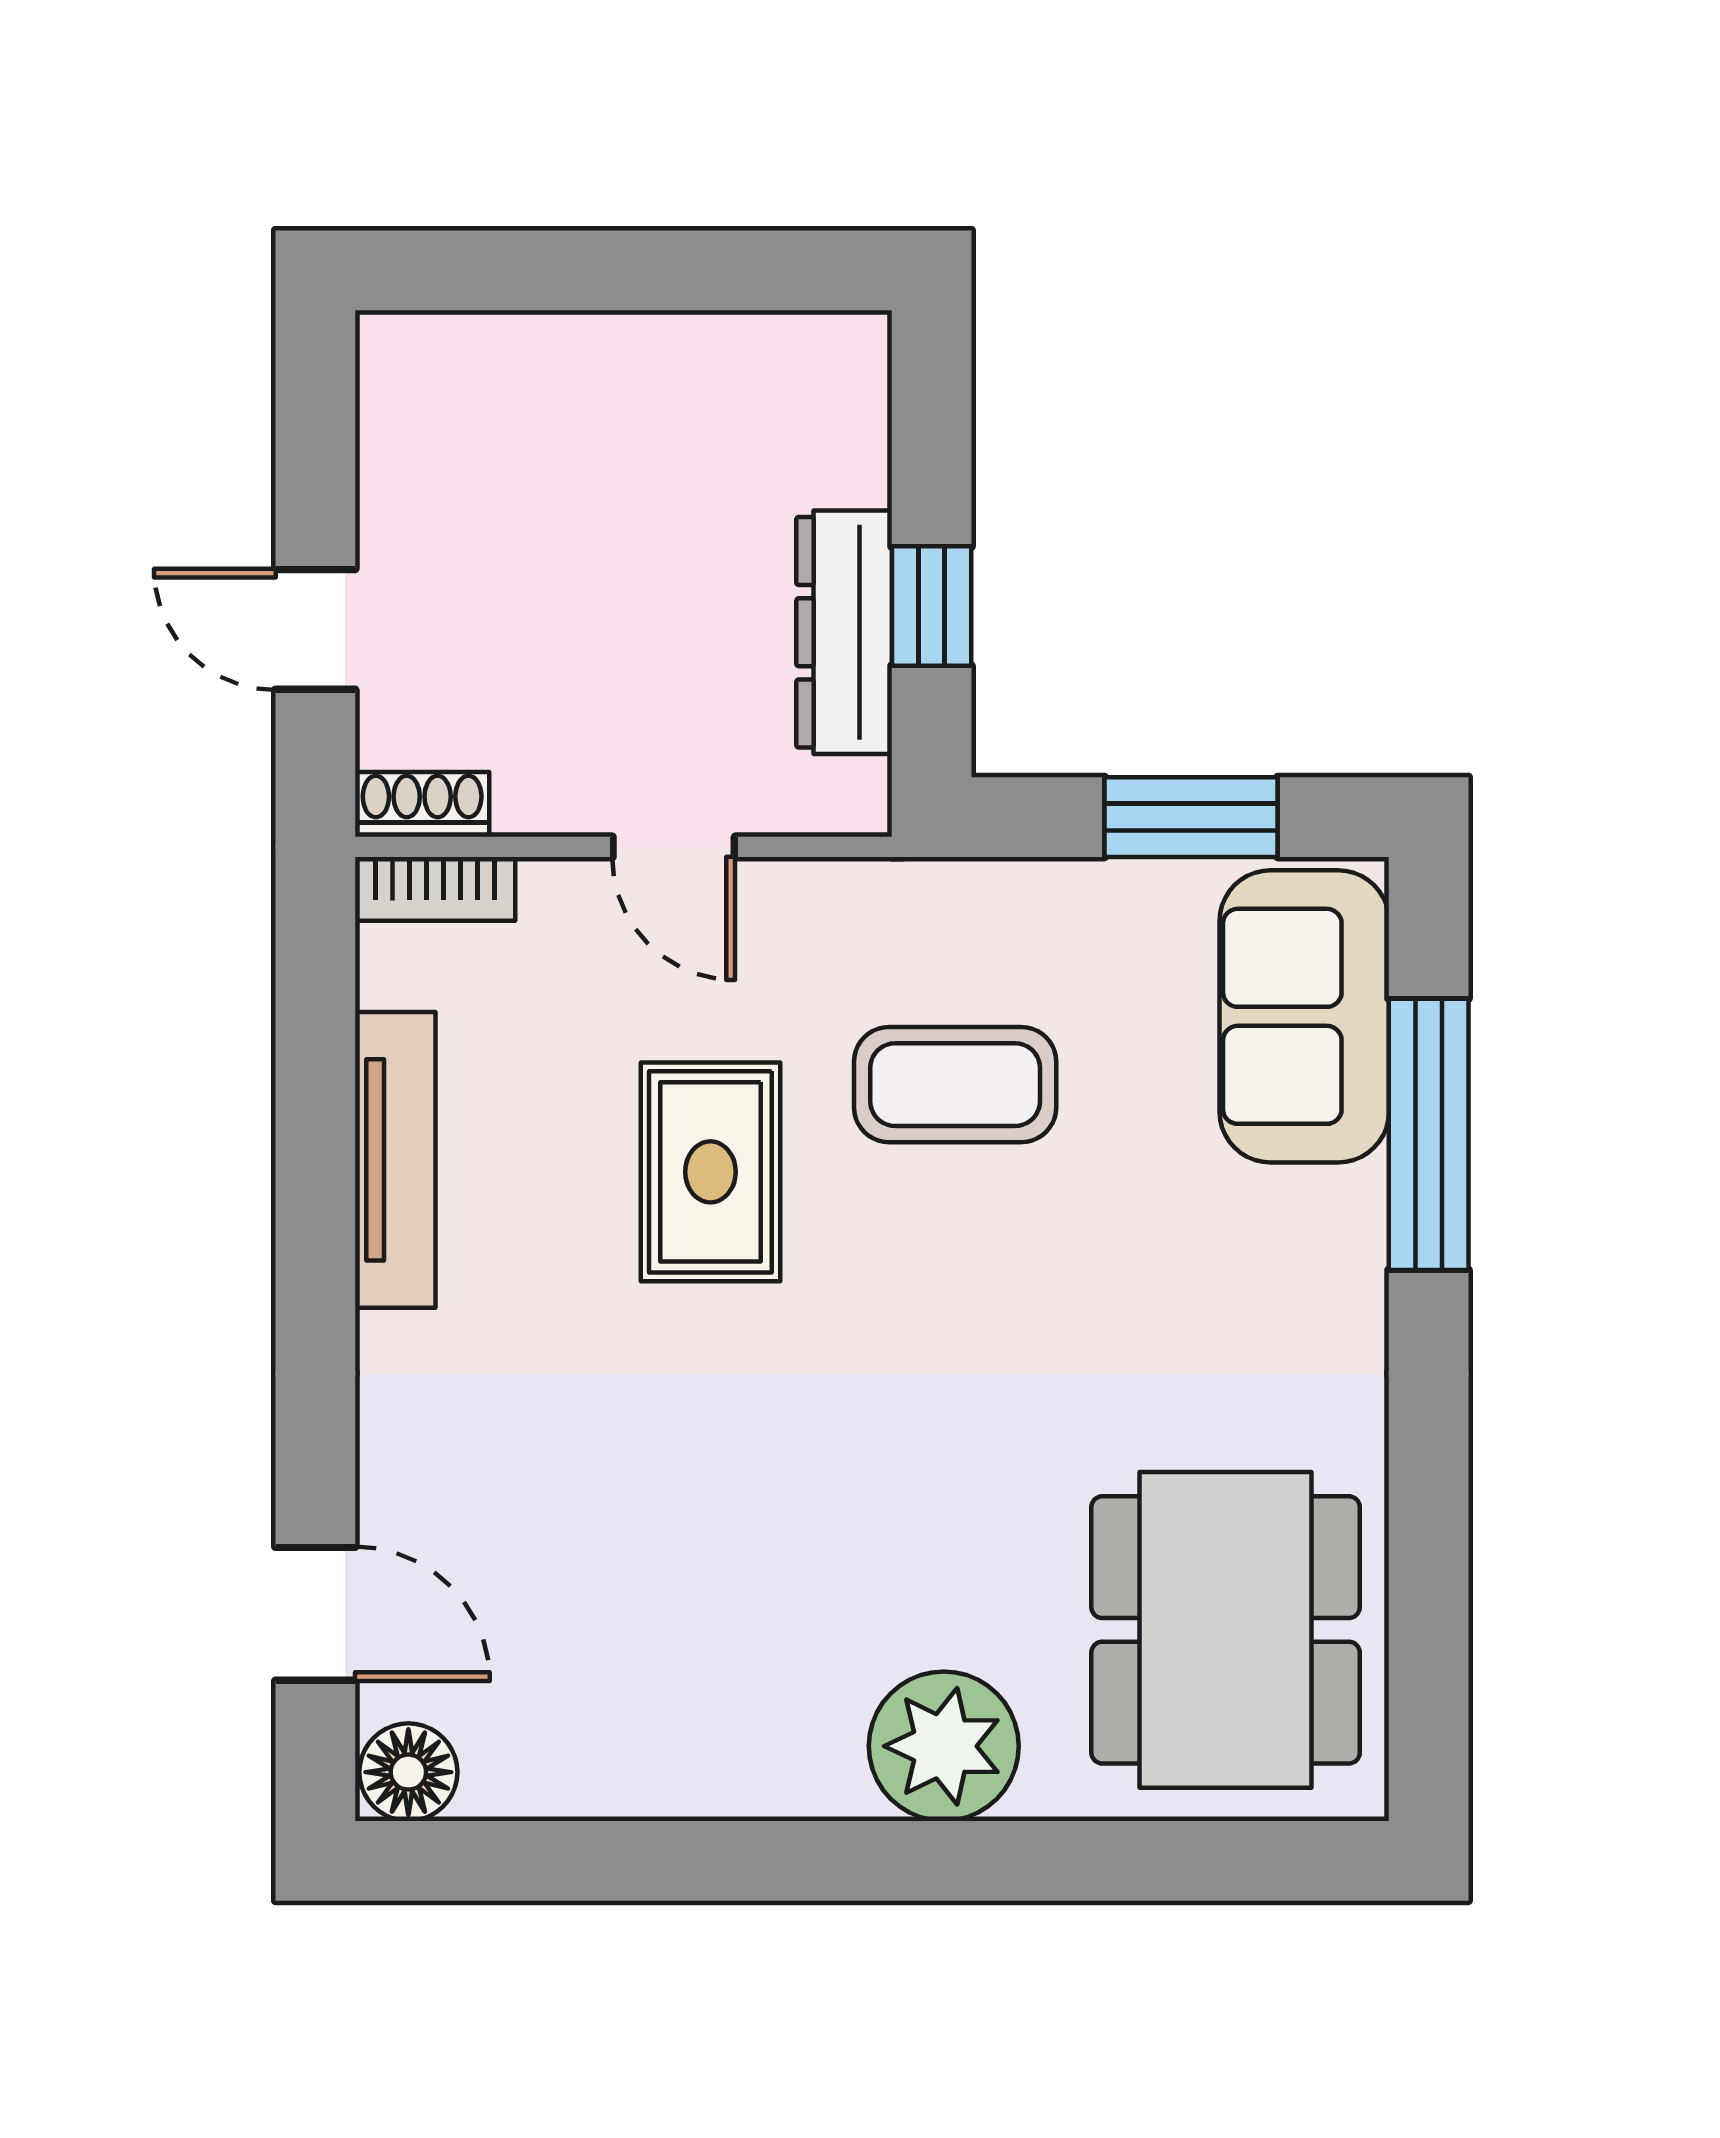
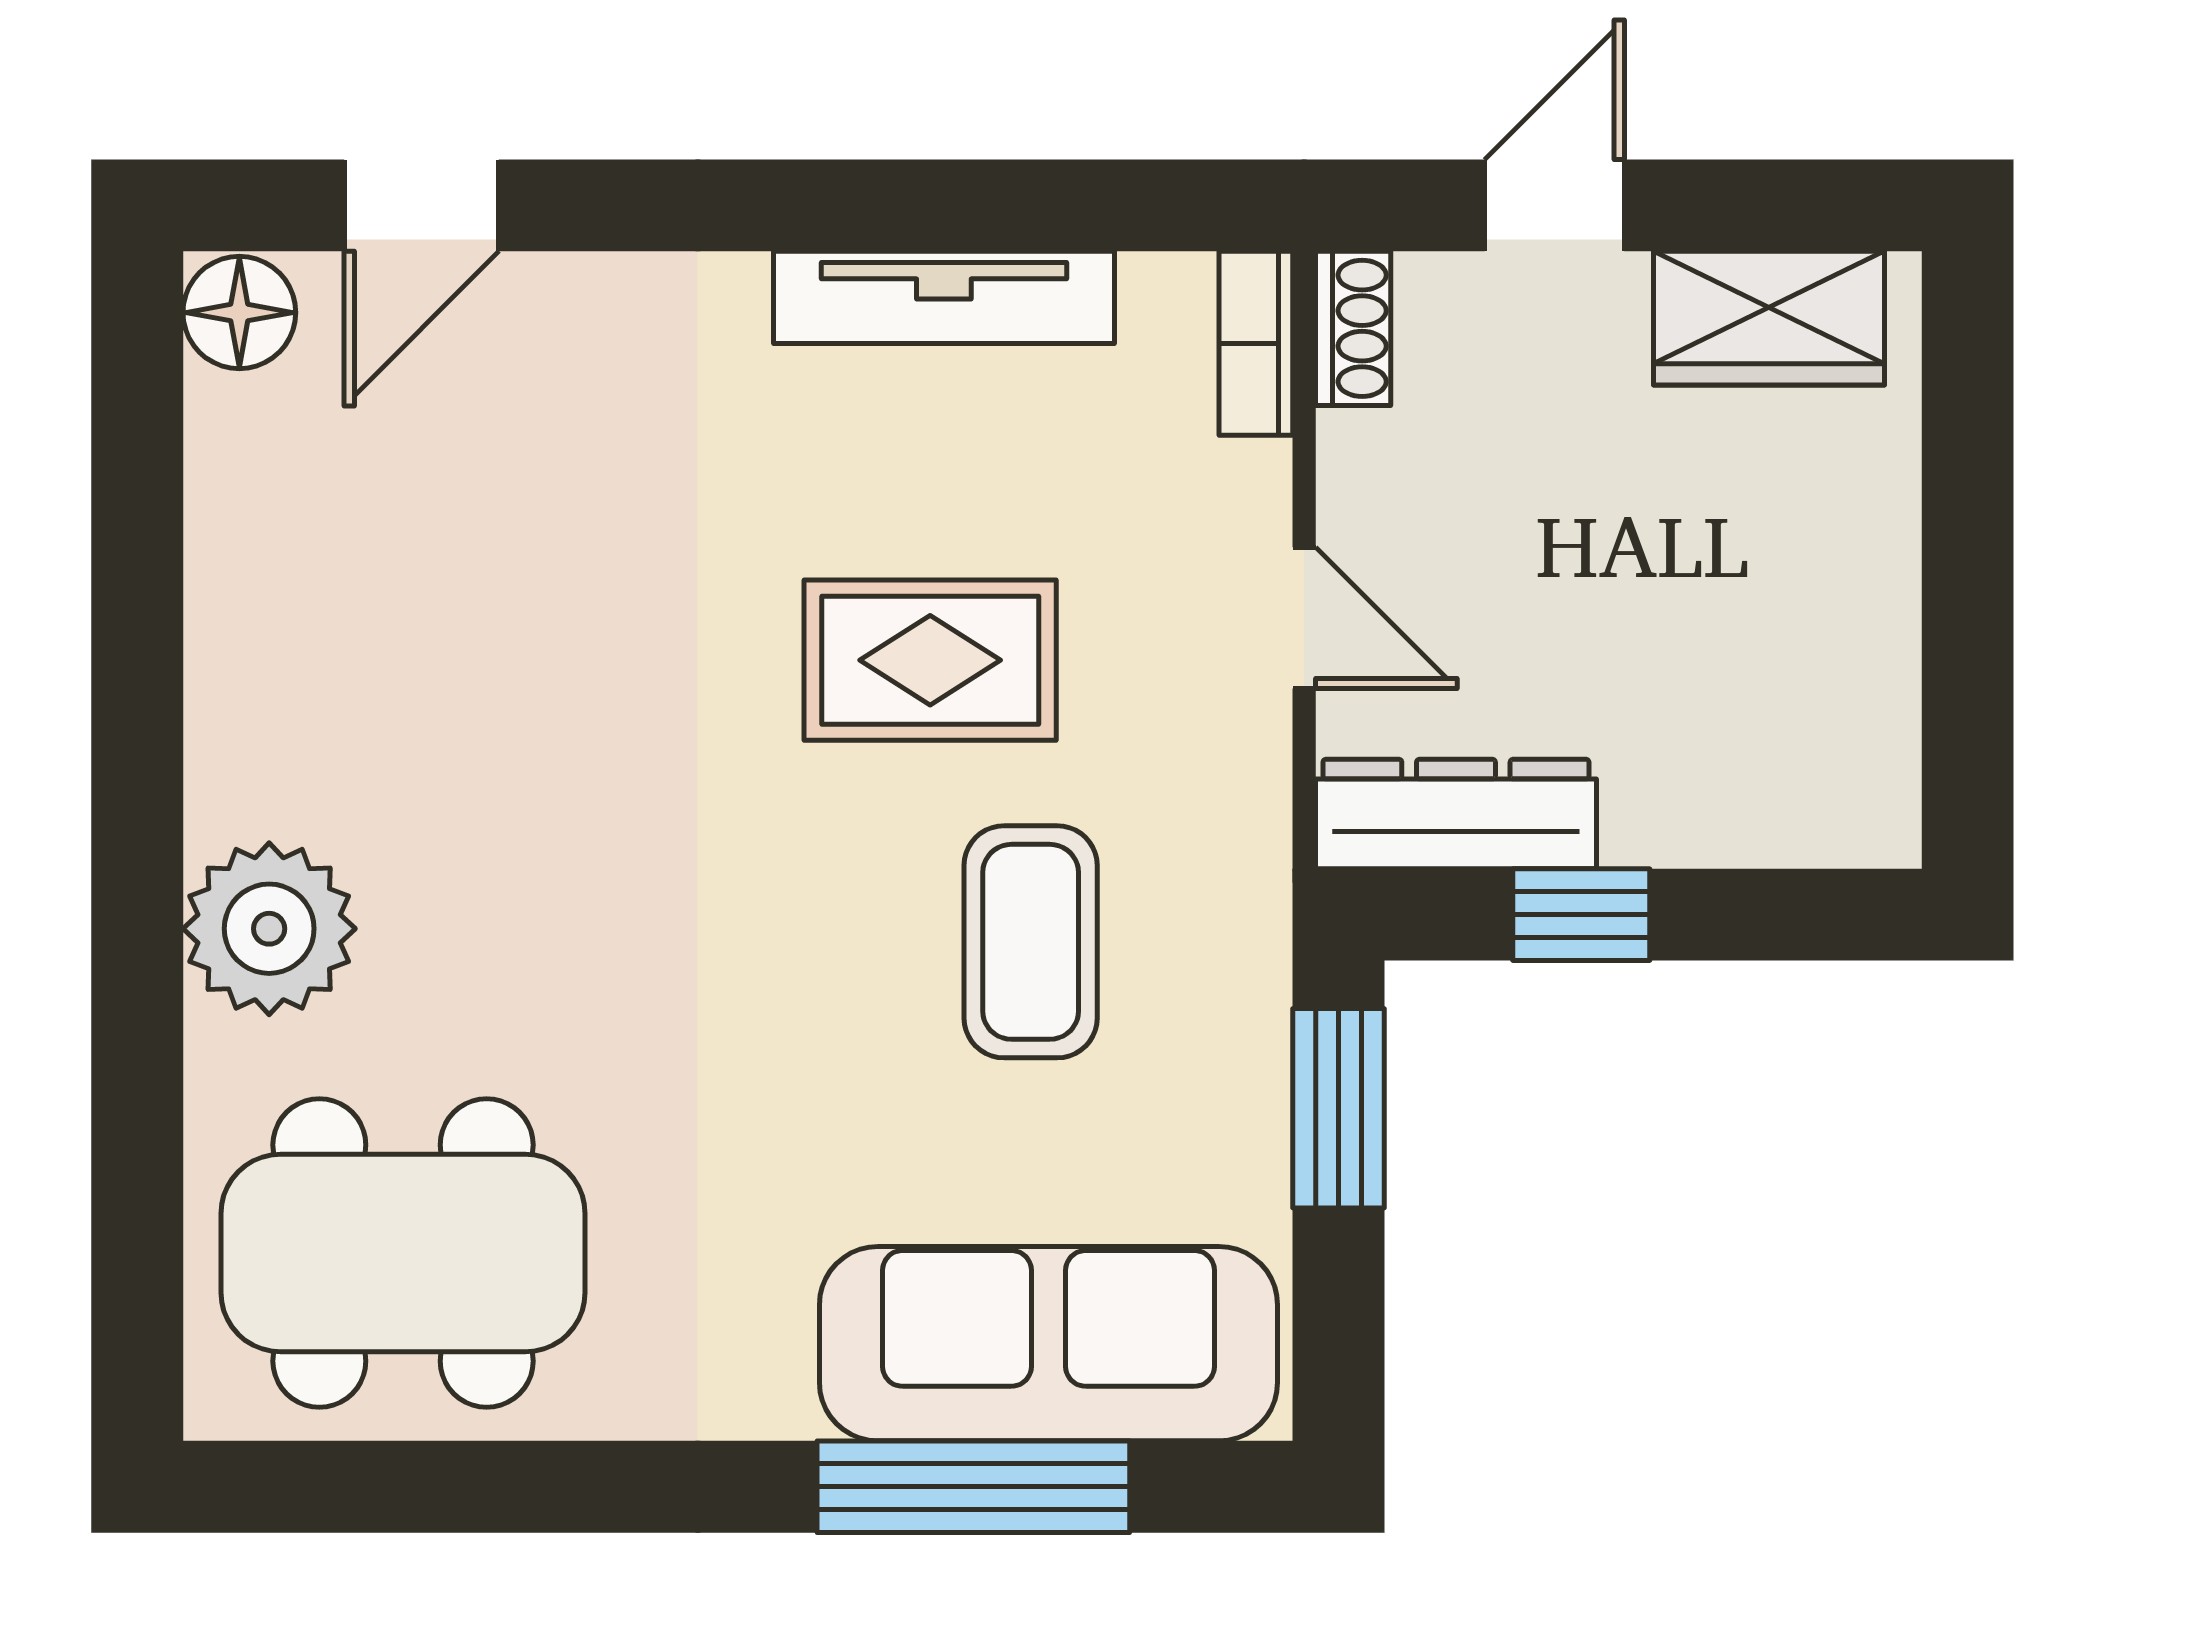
wardrobe: (413, 443) -> (1769, 318), added
dresser: (844, 632) -> (1456, 814), moved
window: (1191, 817) -> (1339, 1108), moved
door: (674, 847) -> (1304, 618), swing flipped
sofa: (1304, 1016) -> (1048, 1344), width x1.36

